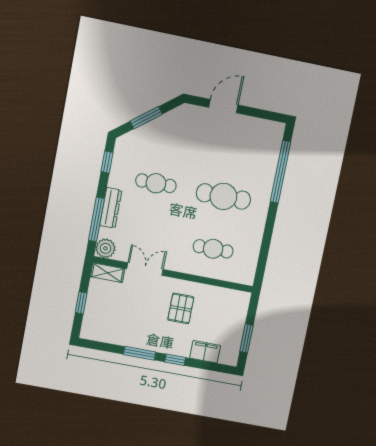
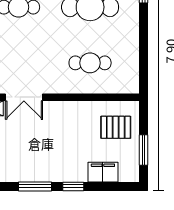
double door: (145, 269) -> (24, 97), swing flipped
pallet: (181, 308) -> (116, 127), moved, turned 90

